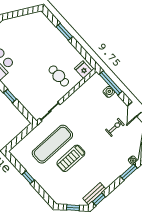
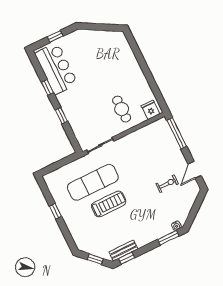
window: (64, 32) -> (142, 62), removed
water cooler: (109, 92) -> (172, 143), removed
treadmill: (71, 158) -> (109, 204), turned 180

